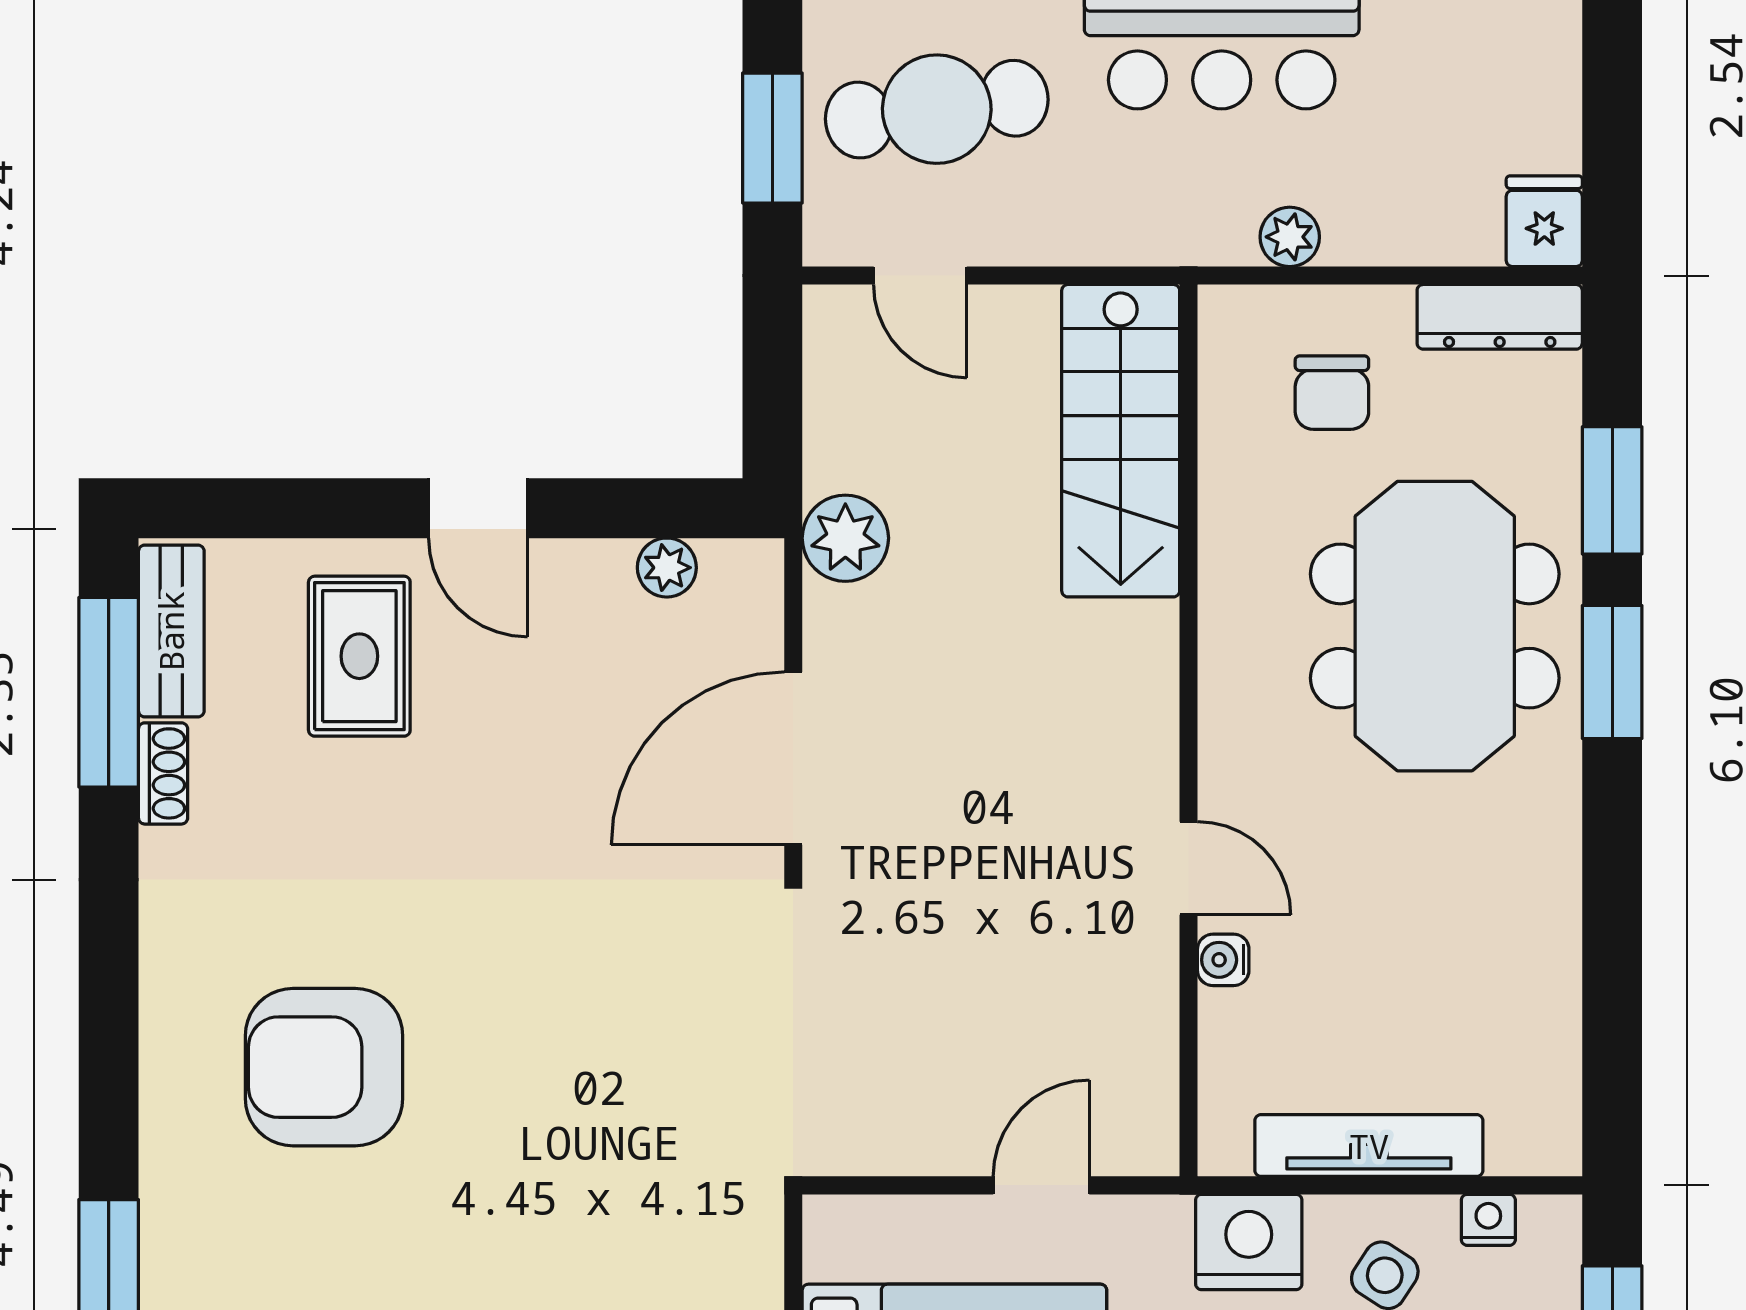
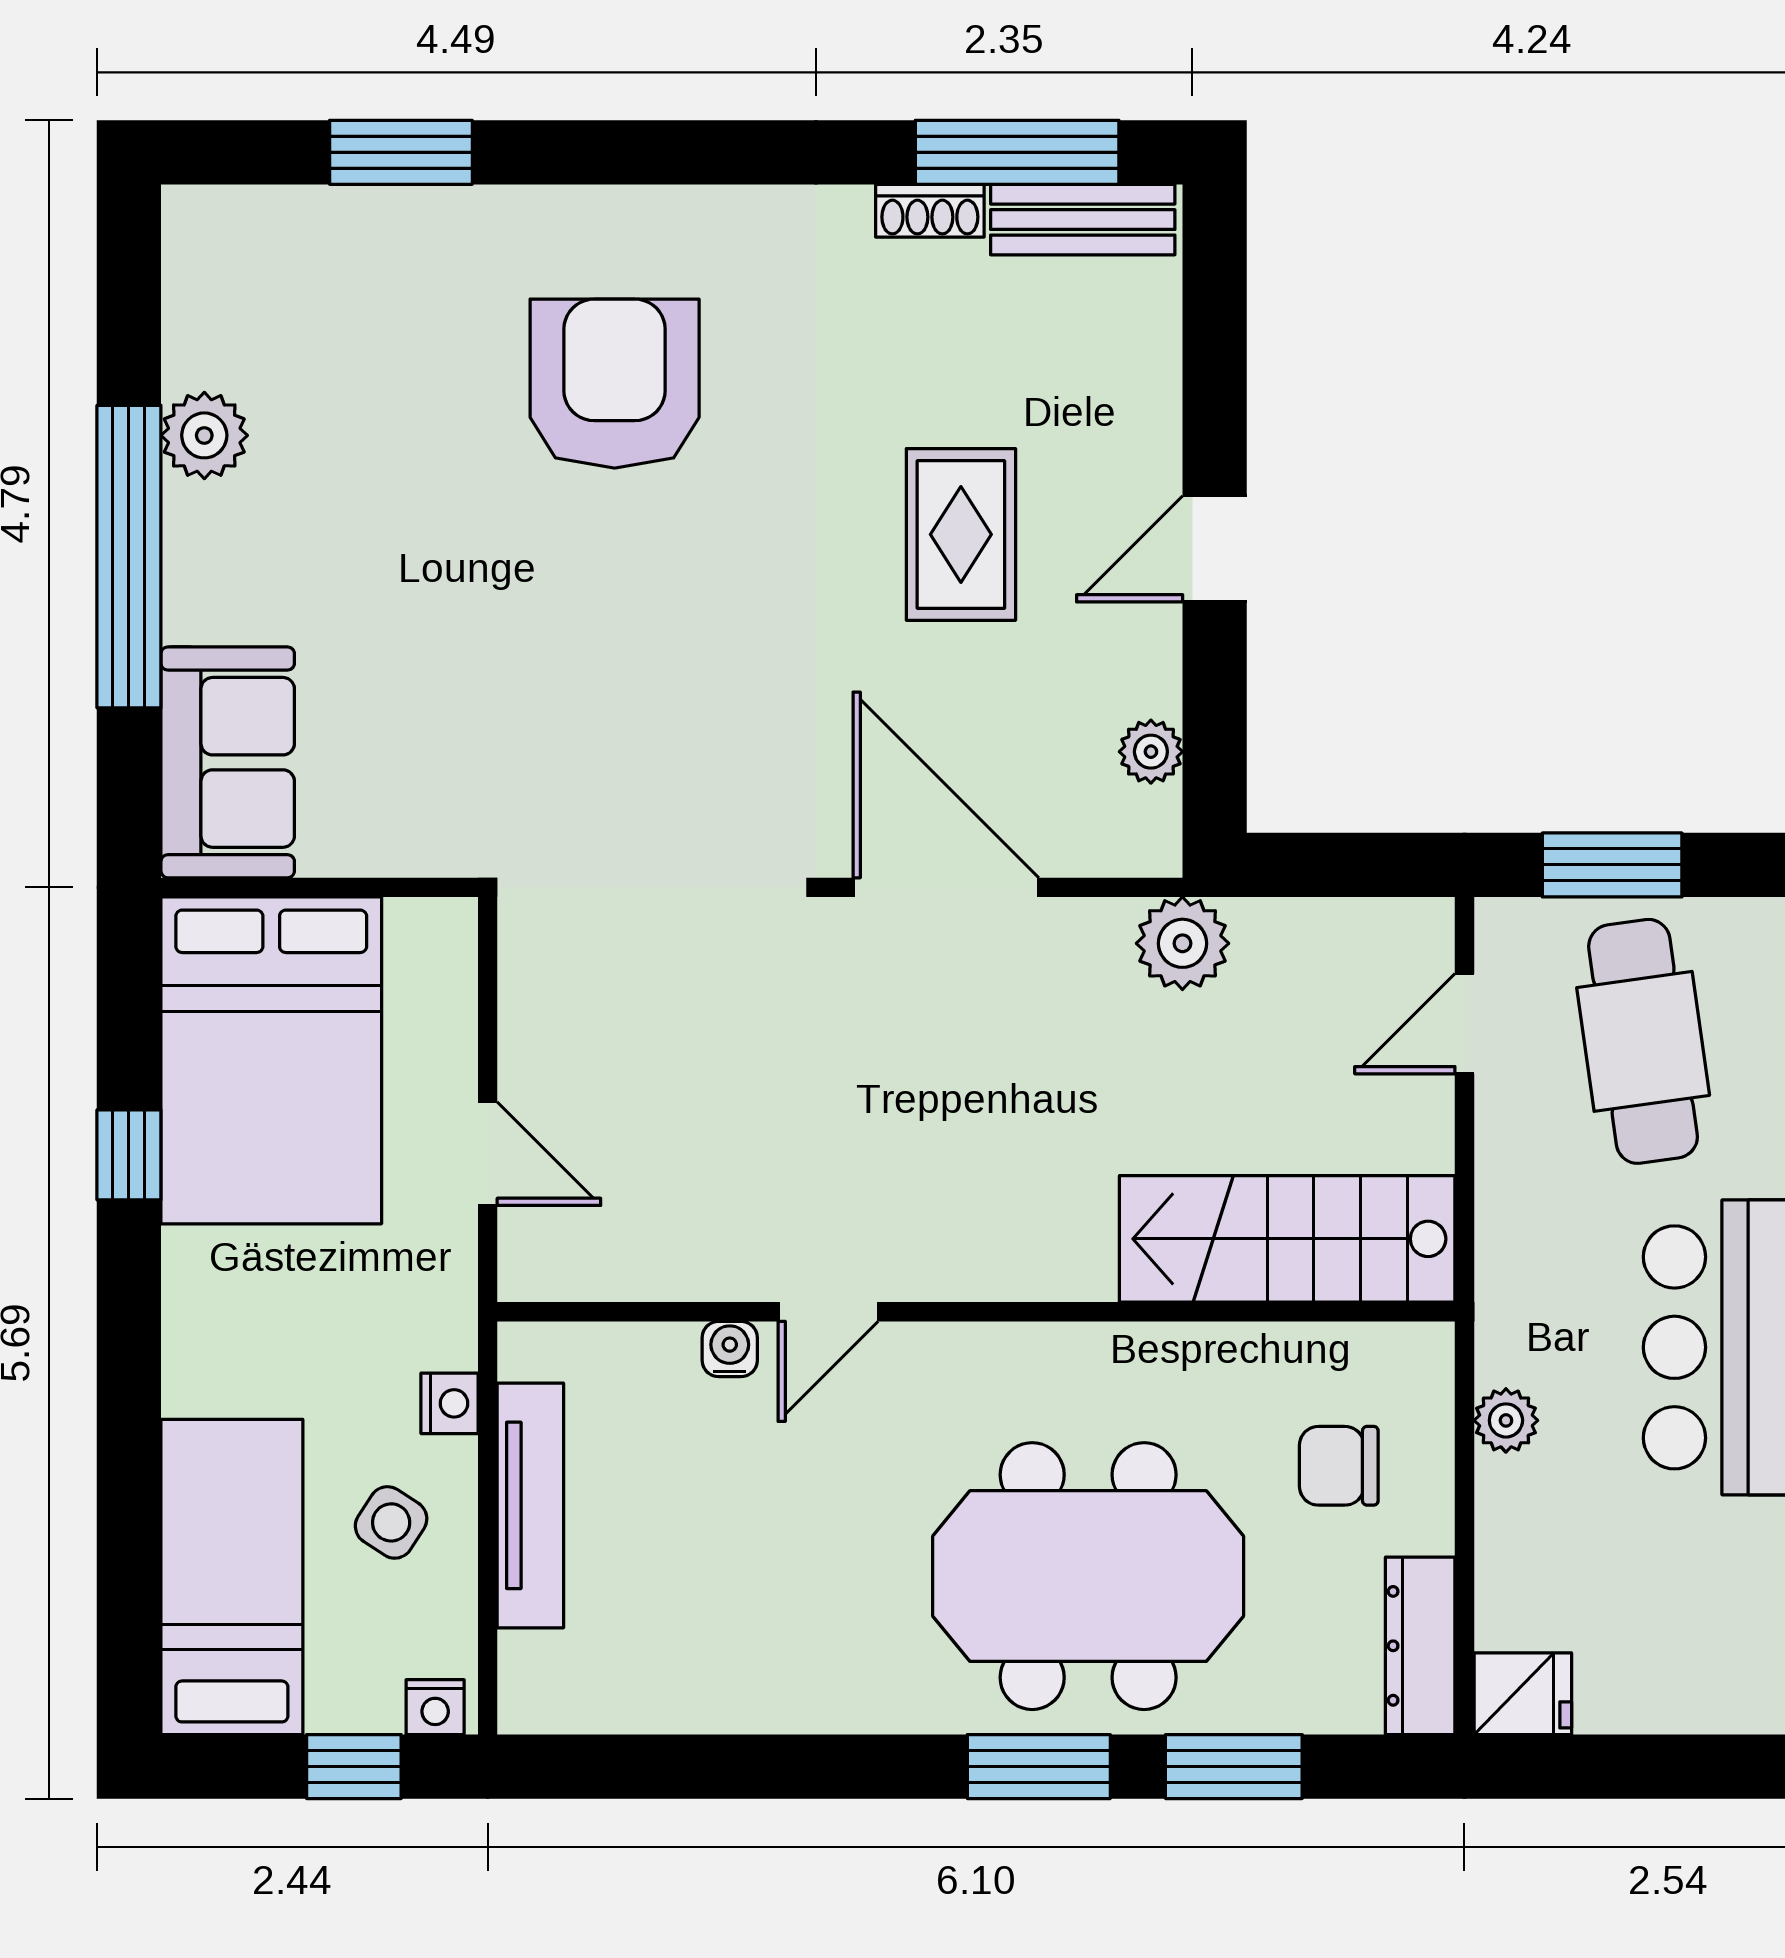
rug: (359, 656) -> (961, 534), moved, turned 90
nightstand: (1488, 1220) -> (435, 1707), moved, turned 90
nightstand: (1249, 1242) -> (449, 1403), width x0.53, depth x0.56

